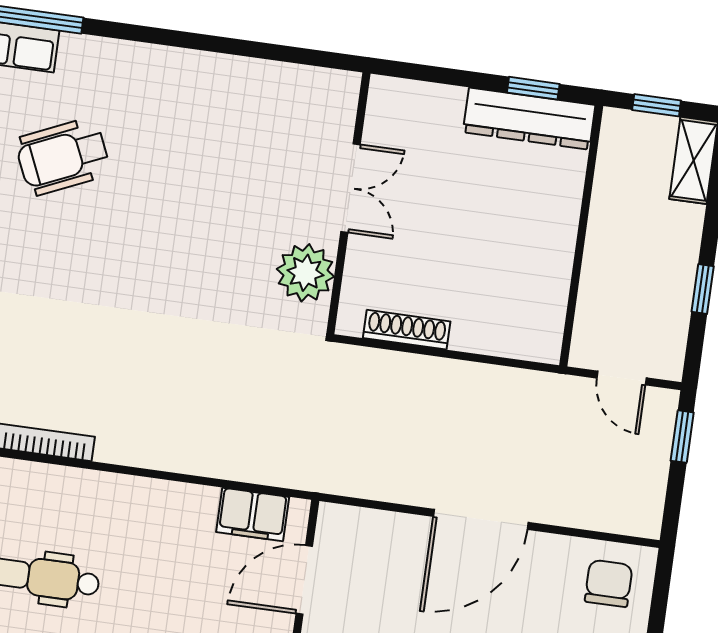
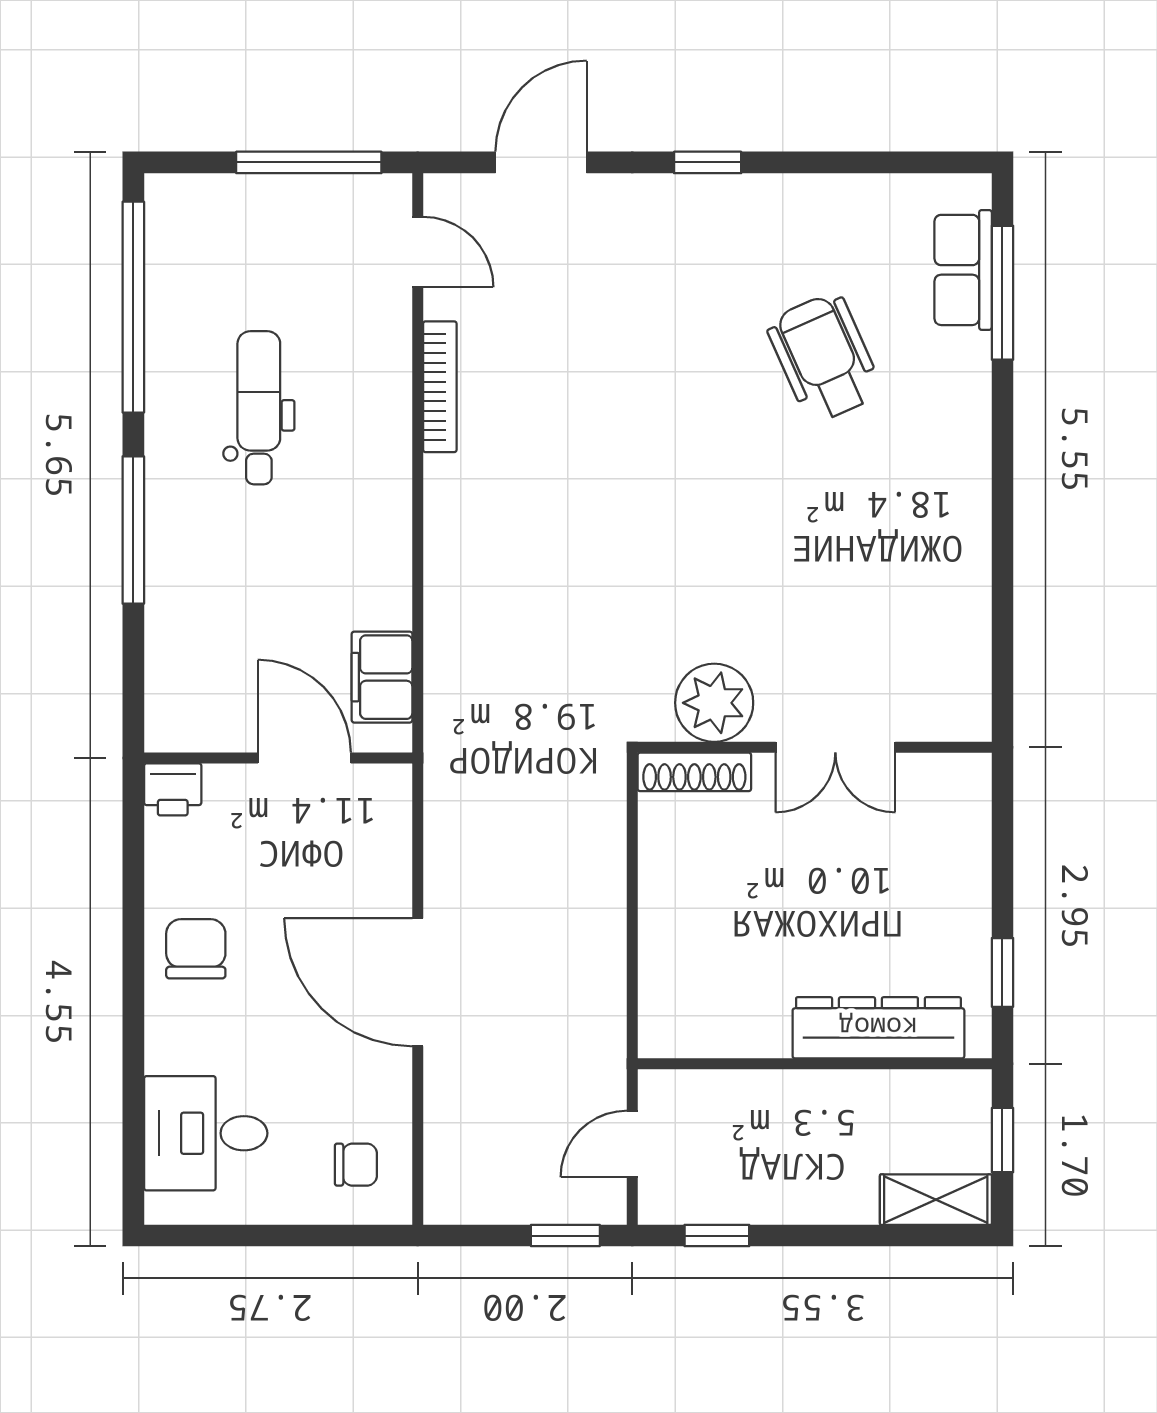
dresser: (529, 119) -> (878, 1028), moved, turned 90
window: (703, 289) -> (717, 1236), moved
shoe rack: (407, 330) -> (694, 772), moved, turned 90
chair: (609, 583) -> (356, 1165), width x0.73, depth x0.73

